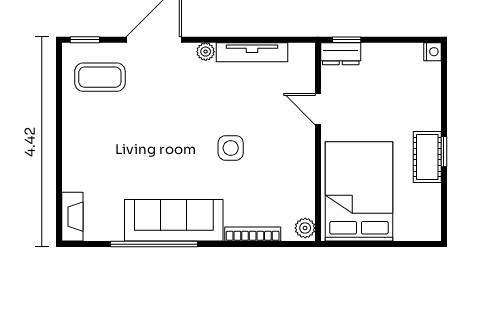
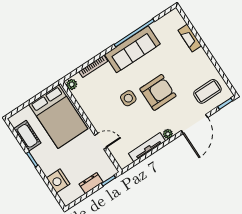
nightstand: (433, 52) -> (58, 181), moved, width x1.89, depth x1.79
dresser: (341, 54) -> (91, 183), moved
armchair: (178, 127) -> (158, 92), added
cot: (427, 157) -> (27, 136), moved
fireplace: (72, 217) -> (190, 38), moved

